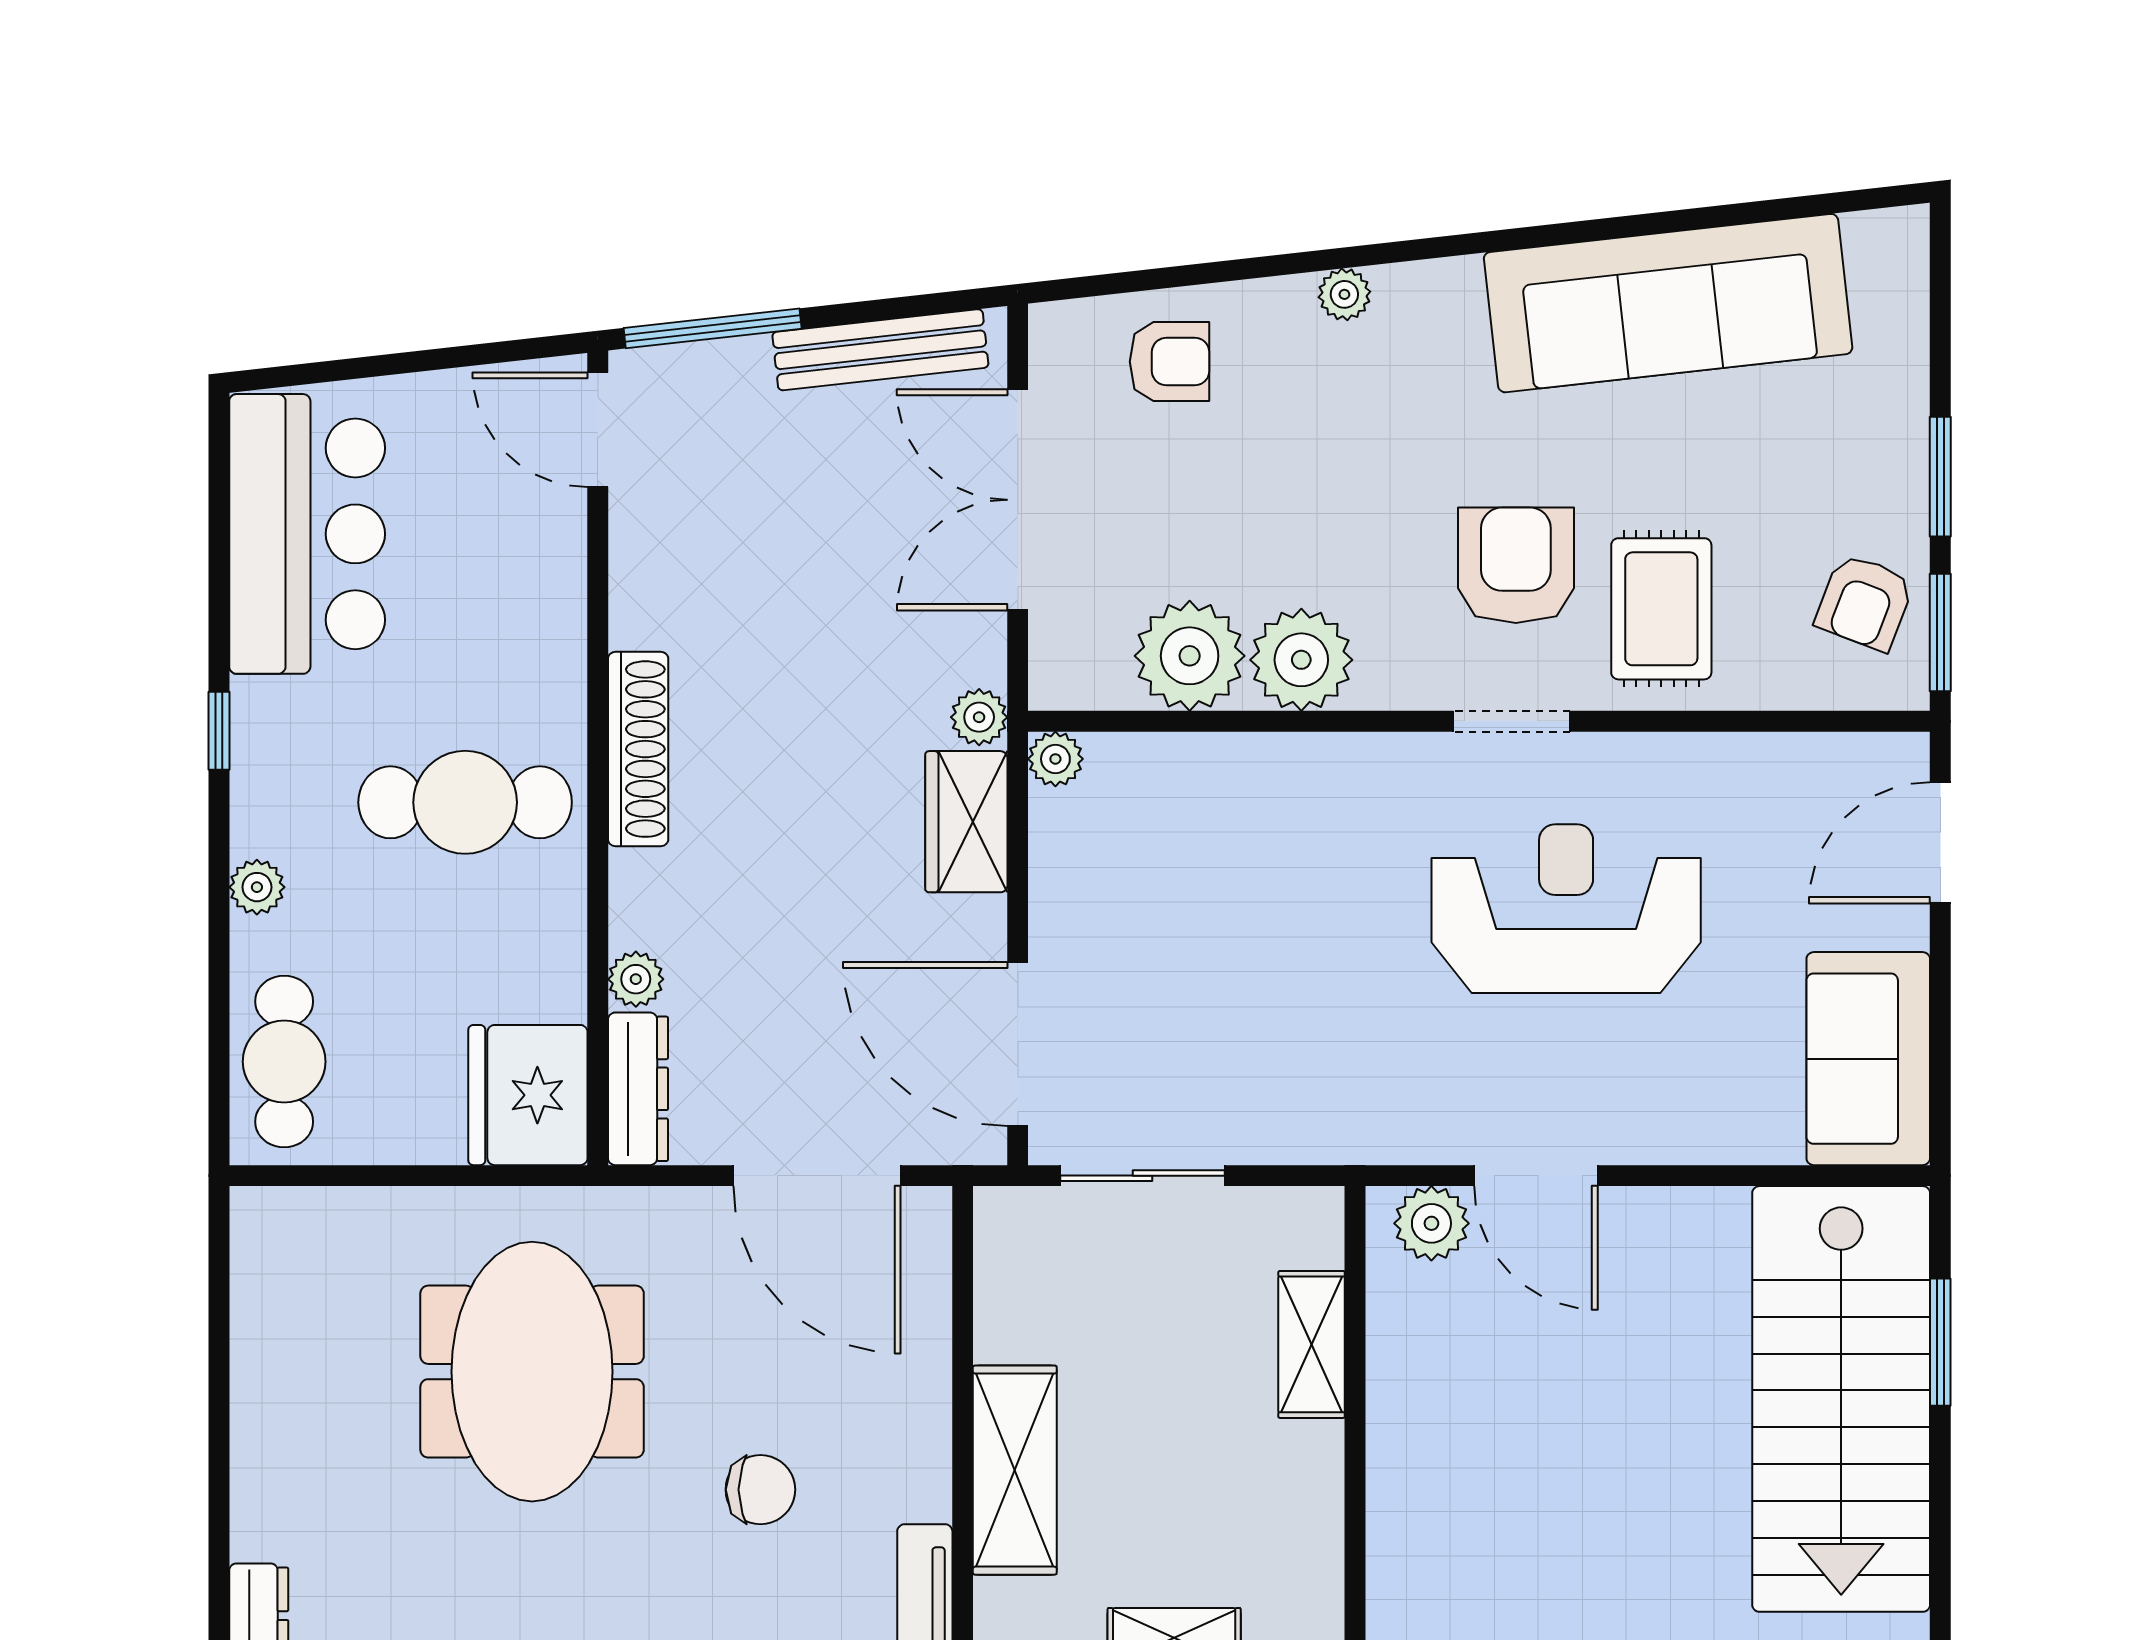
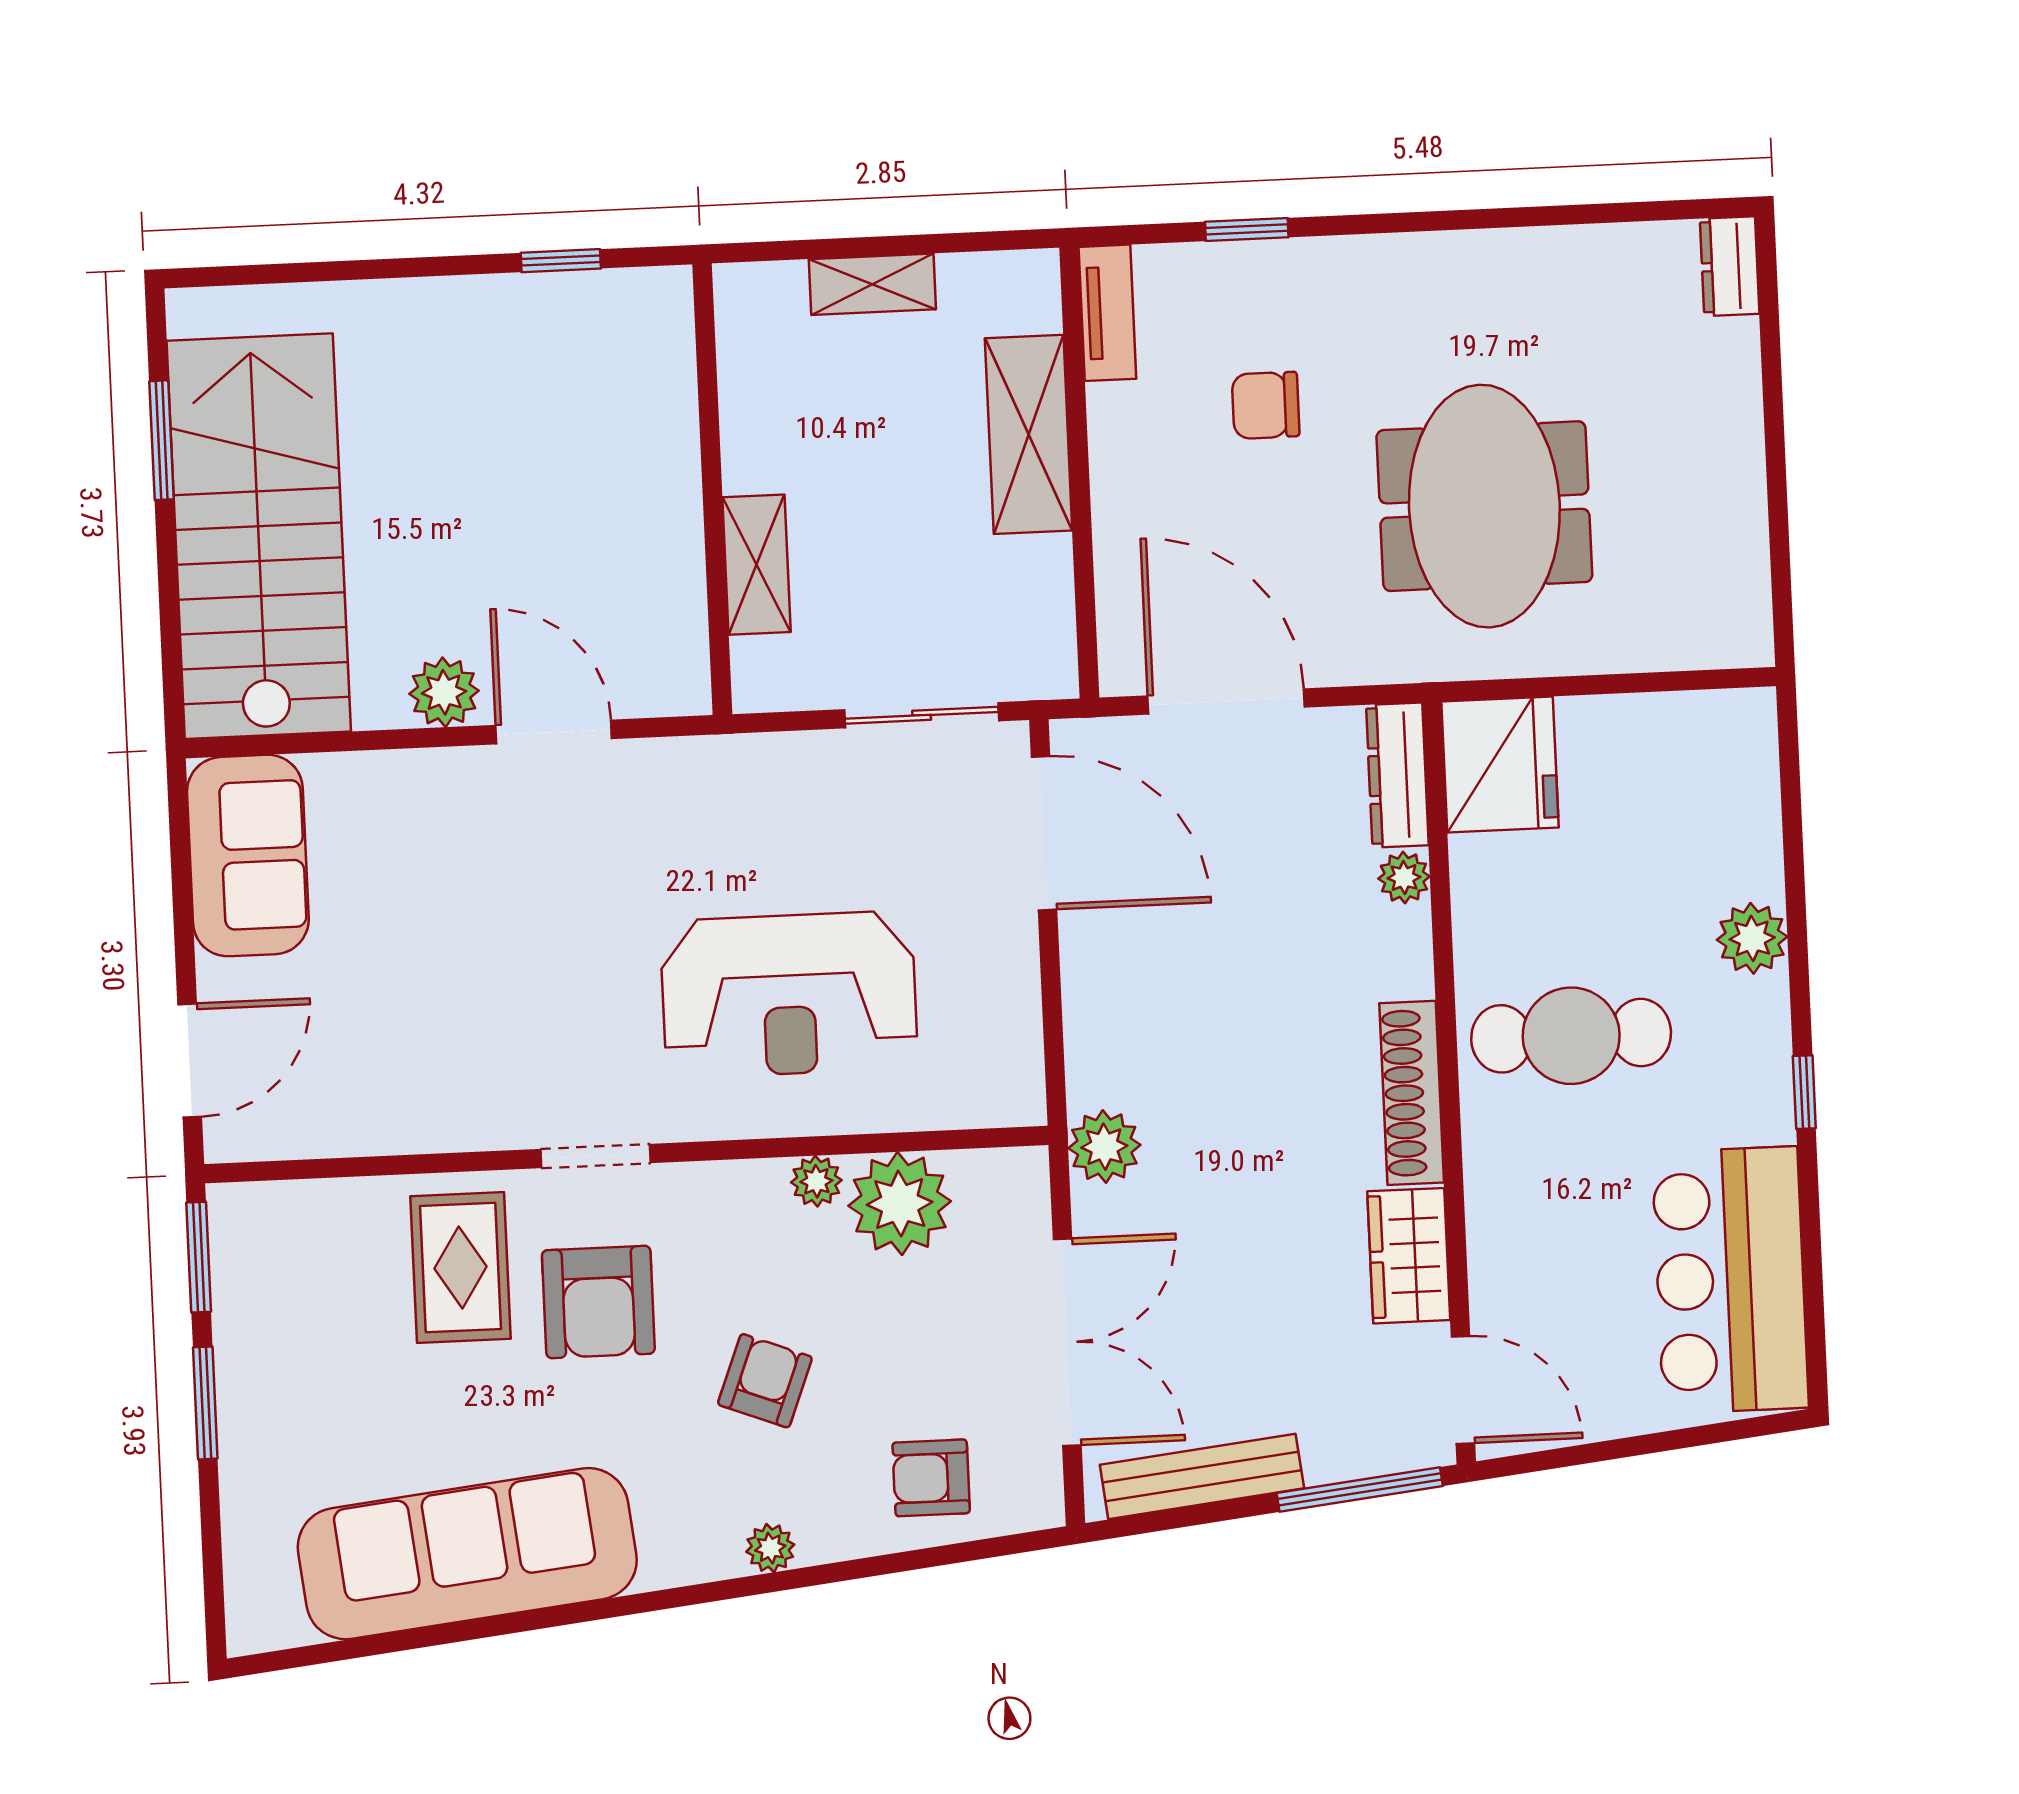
armchair: (1865, 602) -> (765, 1381), moved
plant: (1301, 660) -> (816, 1181), width x0.53, depth x0.53
plant: (979, 717) -> (1104, 1147), width x1.38, depth x1.38
plant: (1055, 759) -> (1021, 1101), removed
wardrobe: (966, 822) -> (1409, 1256), moved, turned 180
plant: (257, 887) -> (1752, 938), width x1.38, depth x1.38
reception desk: (1566, 909) -> (789, 995), moved
cafe table: (284, 1062) -> (1729, 786), removed
plant: (1431, 1223) -> (444, 692), moved
window: (1940, 1342) -> (162, 440), moved

